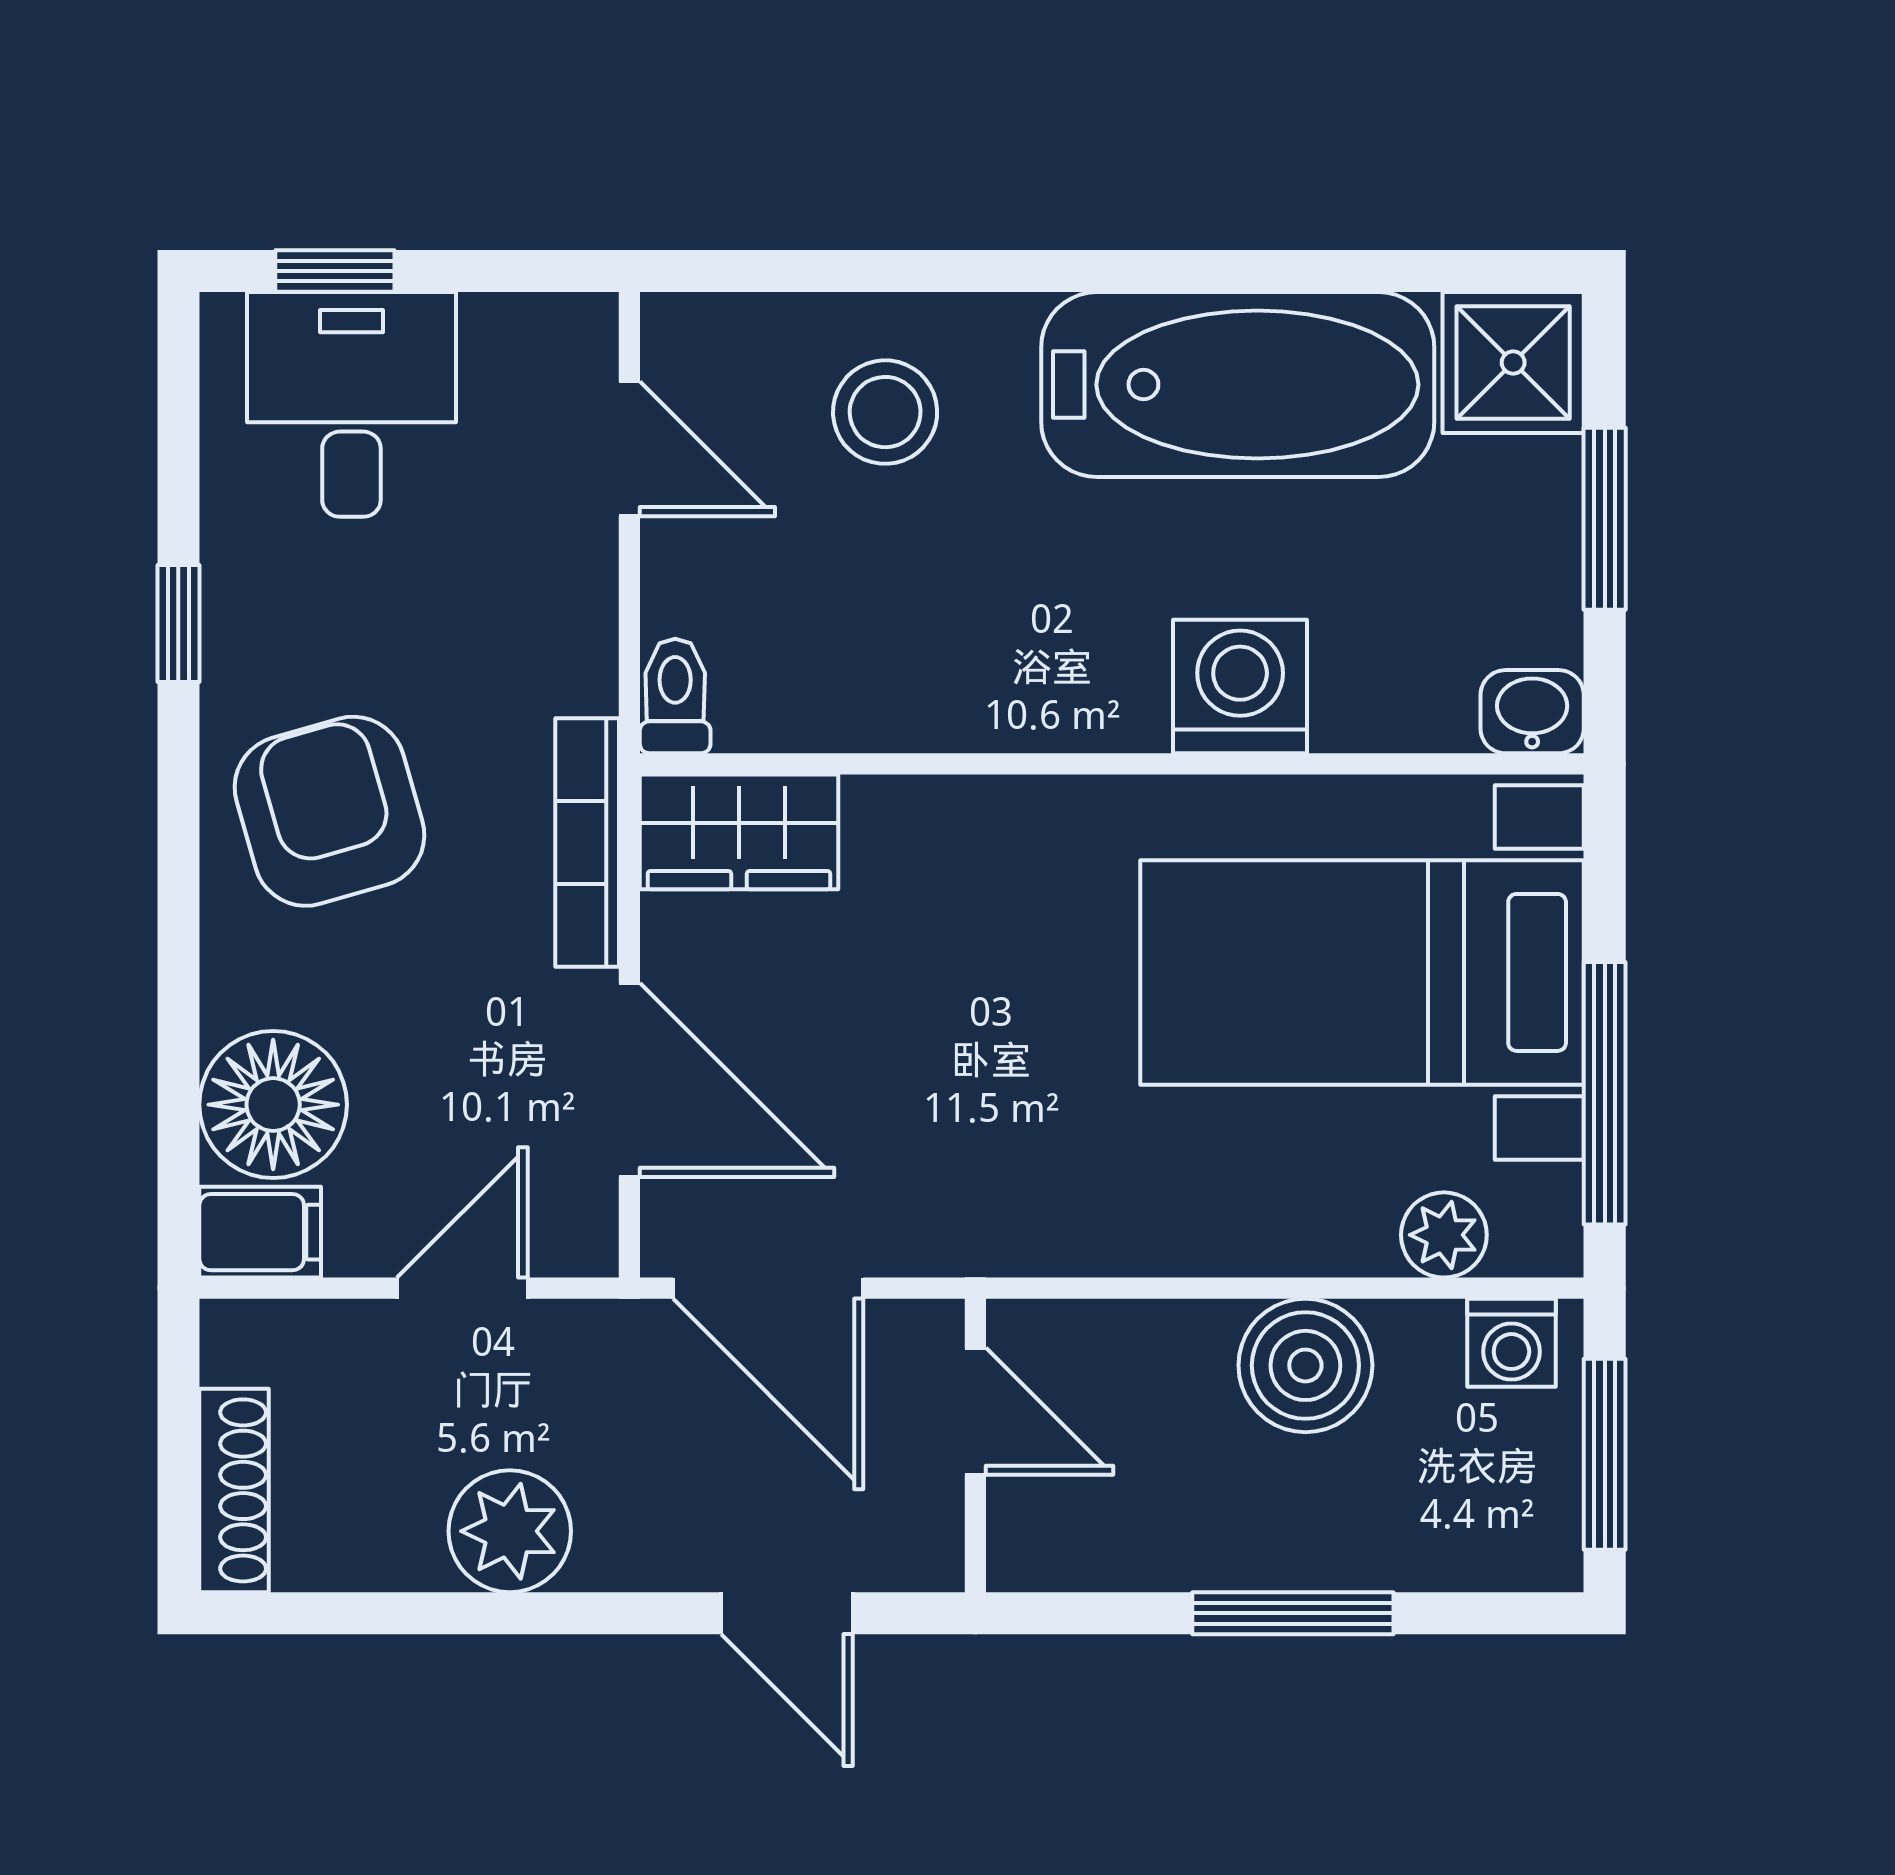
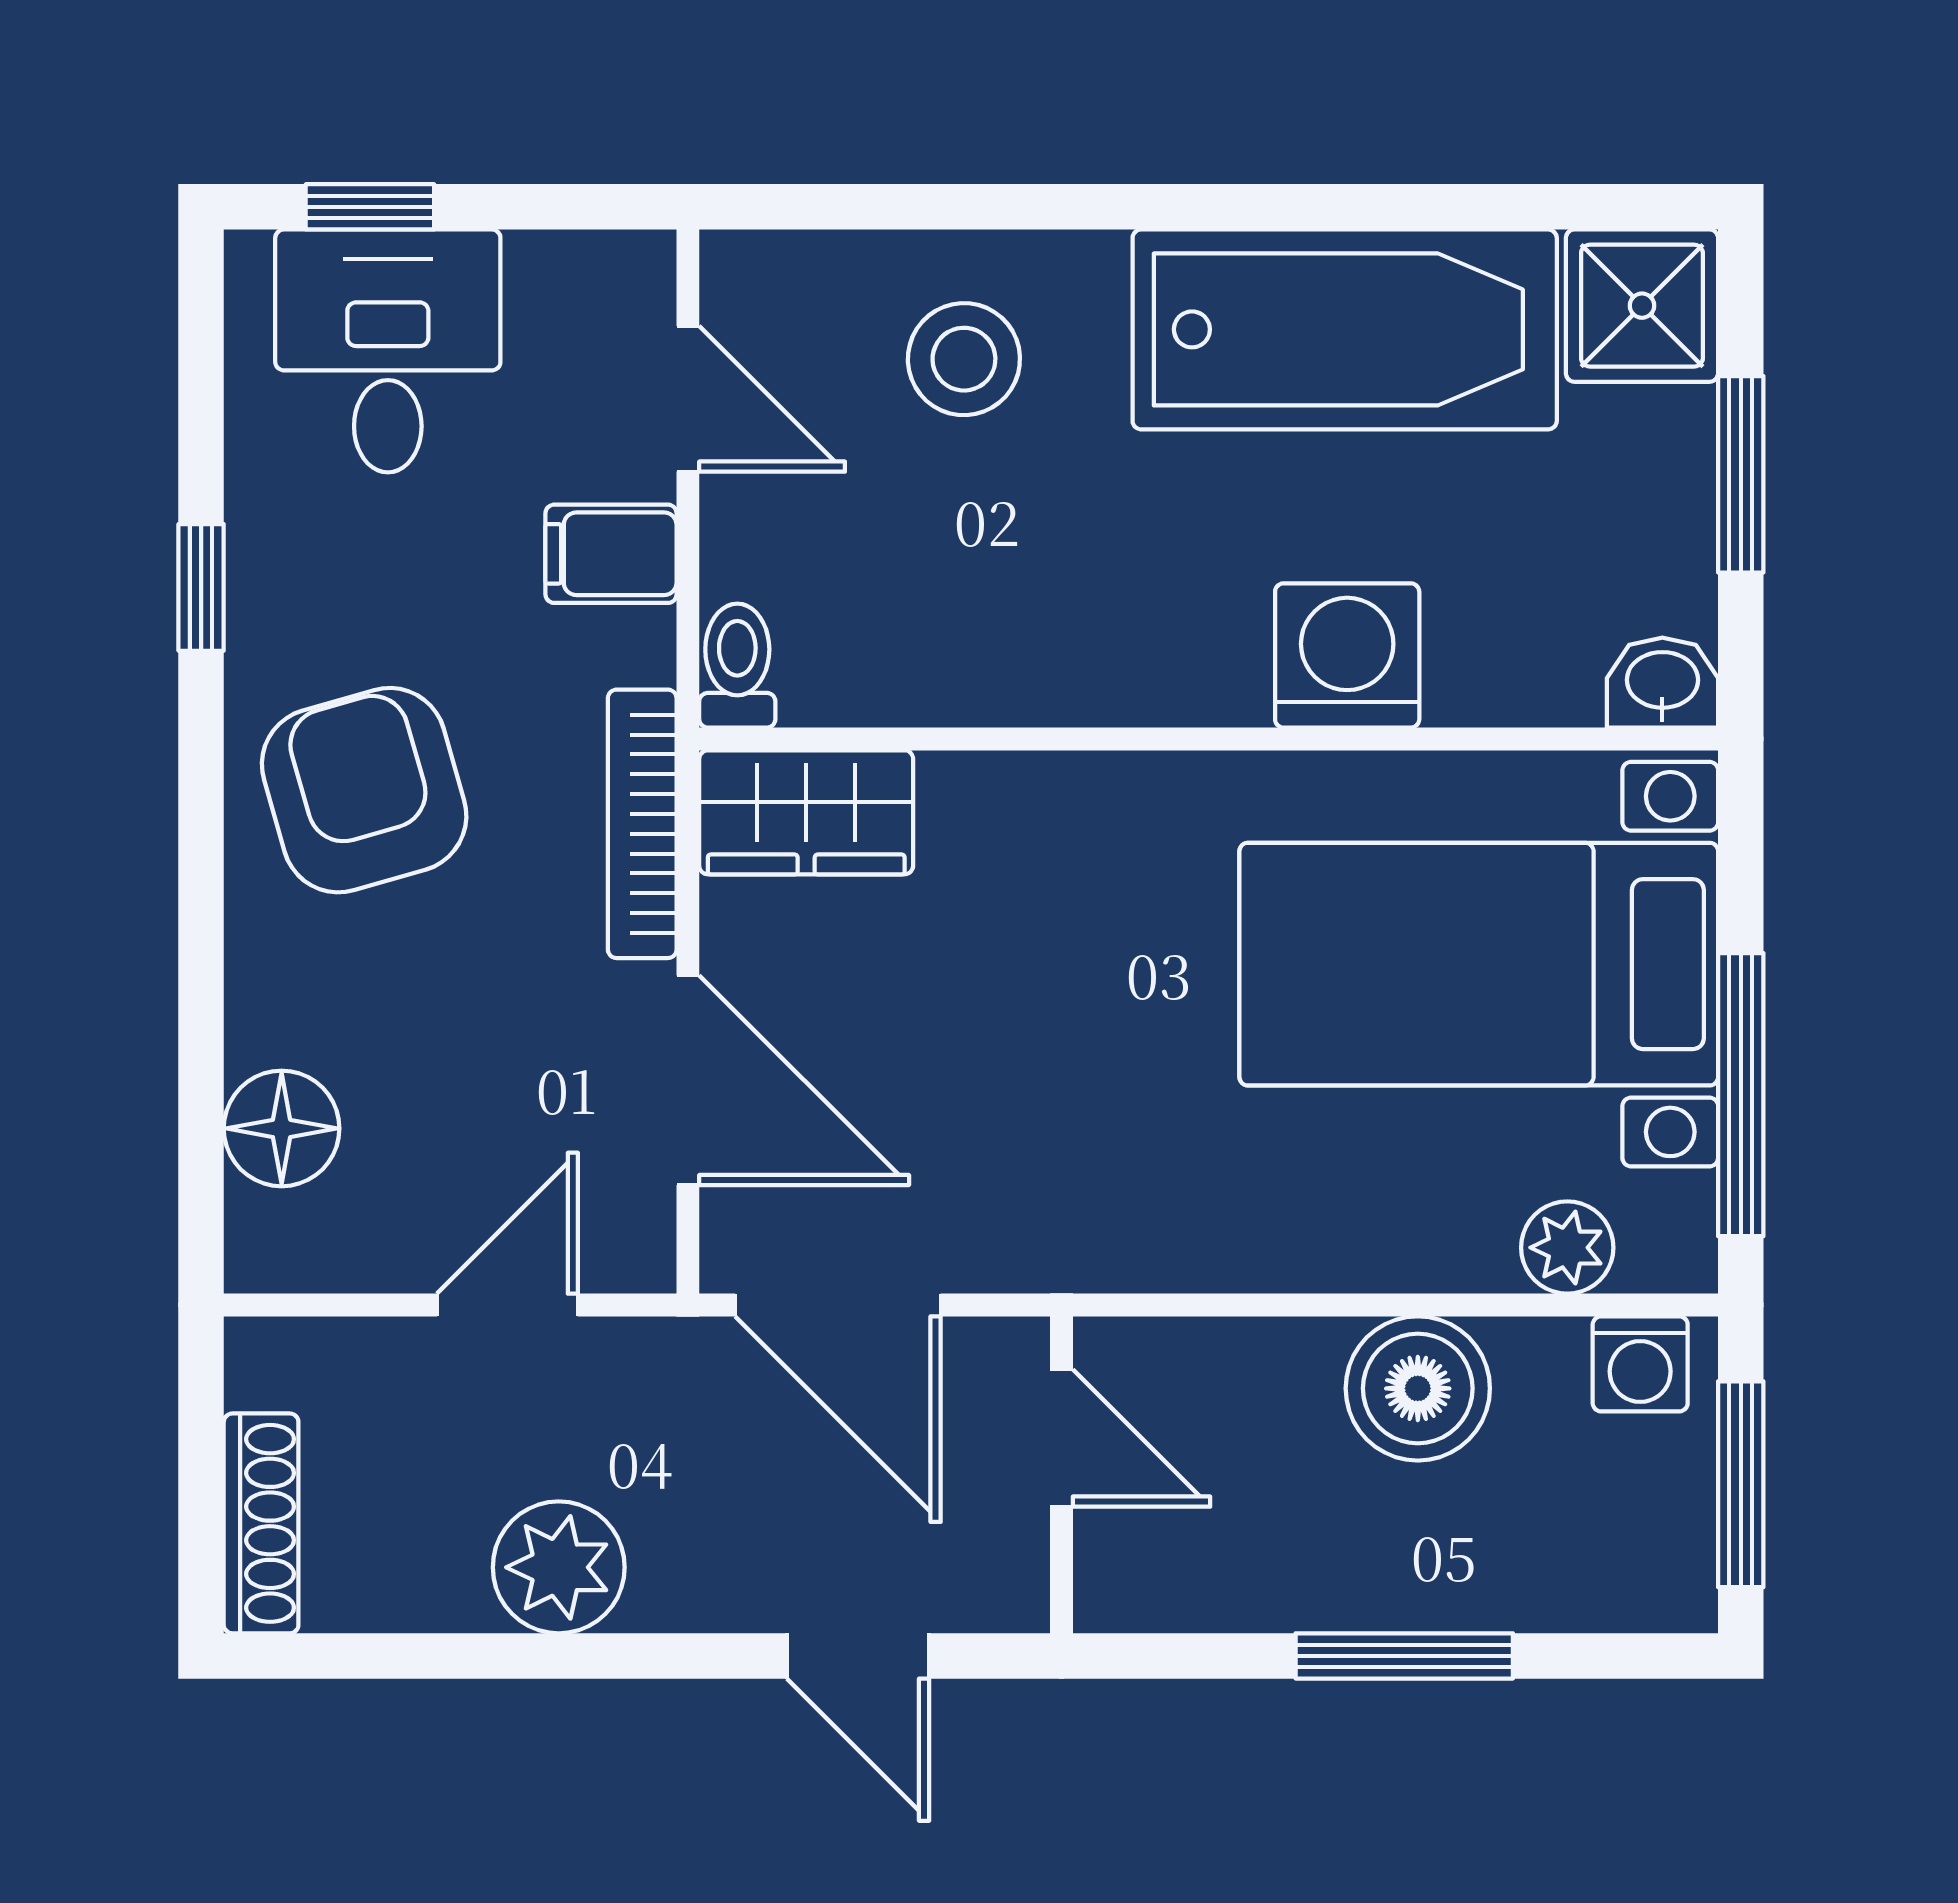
floor lamp: (273, 1105) -> (282, 1128), width x0.73, depth x0.73
filing cabinet: (260, 1232) -> (611, 554), moved, turned 180

